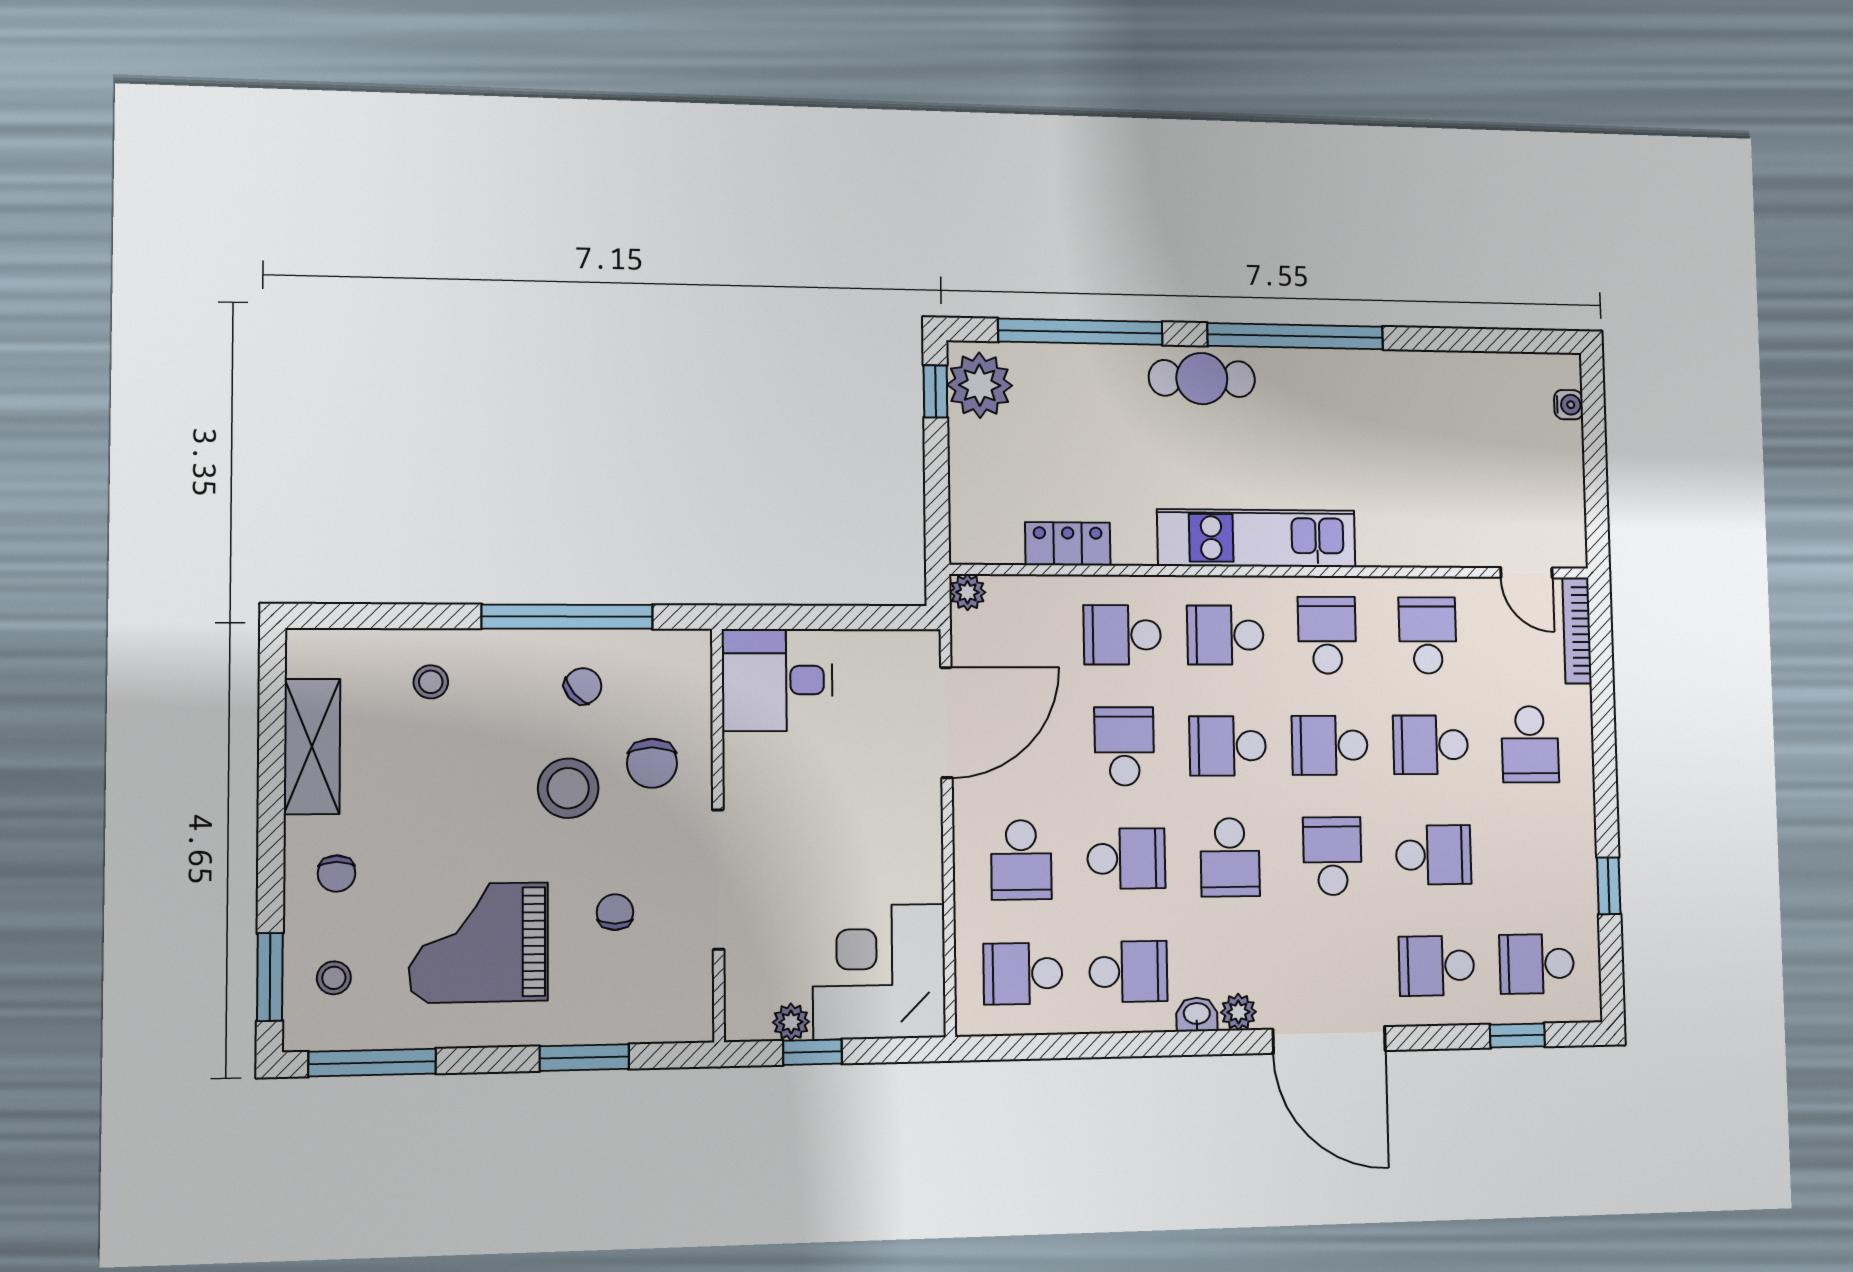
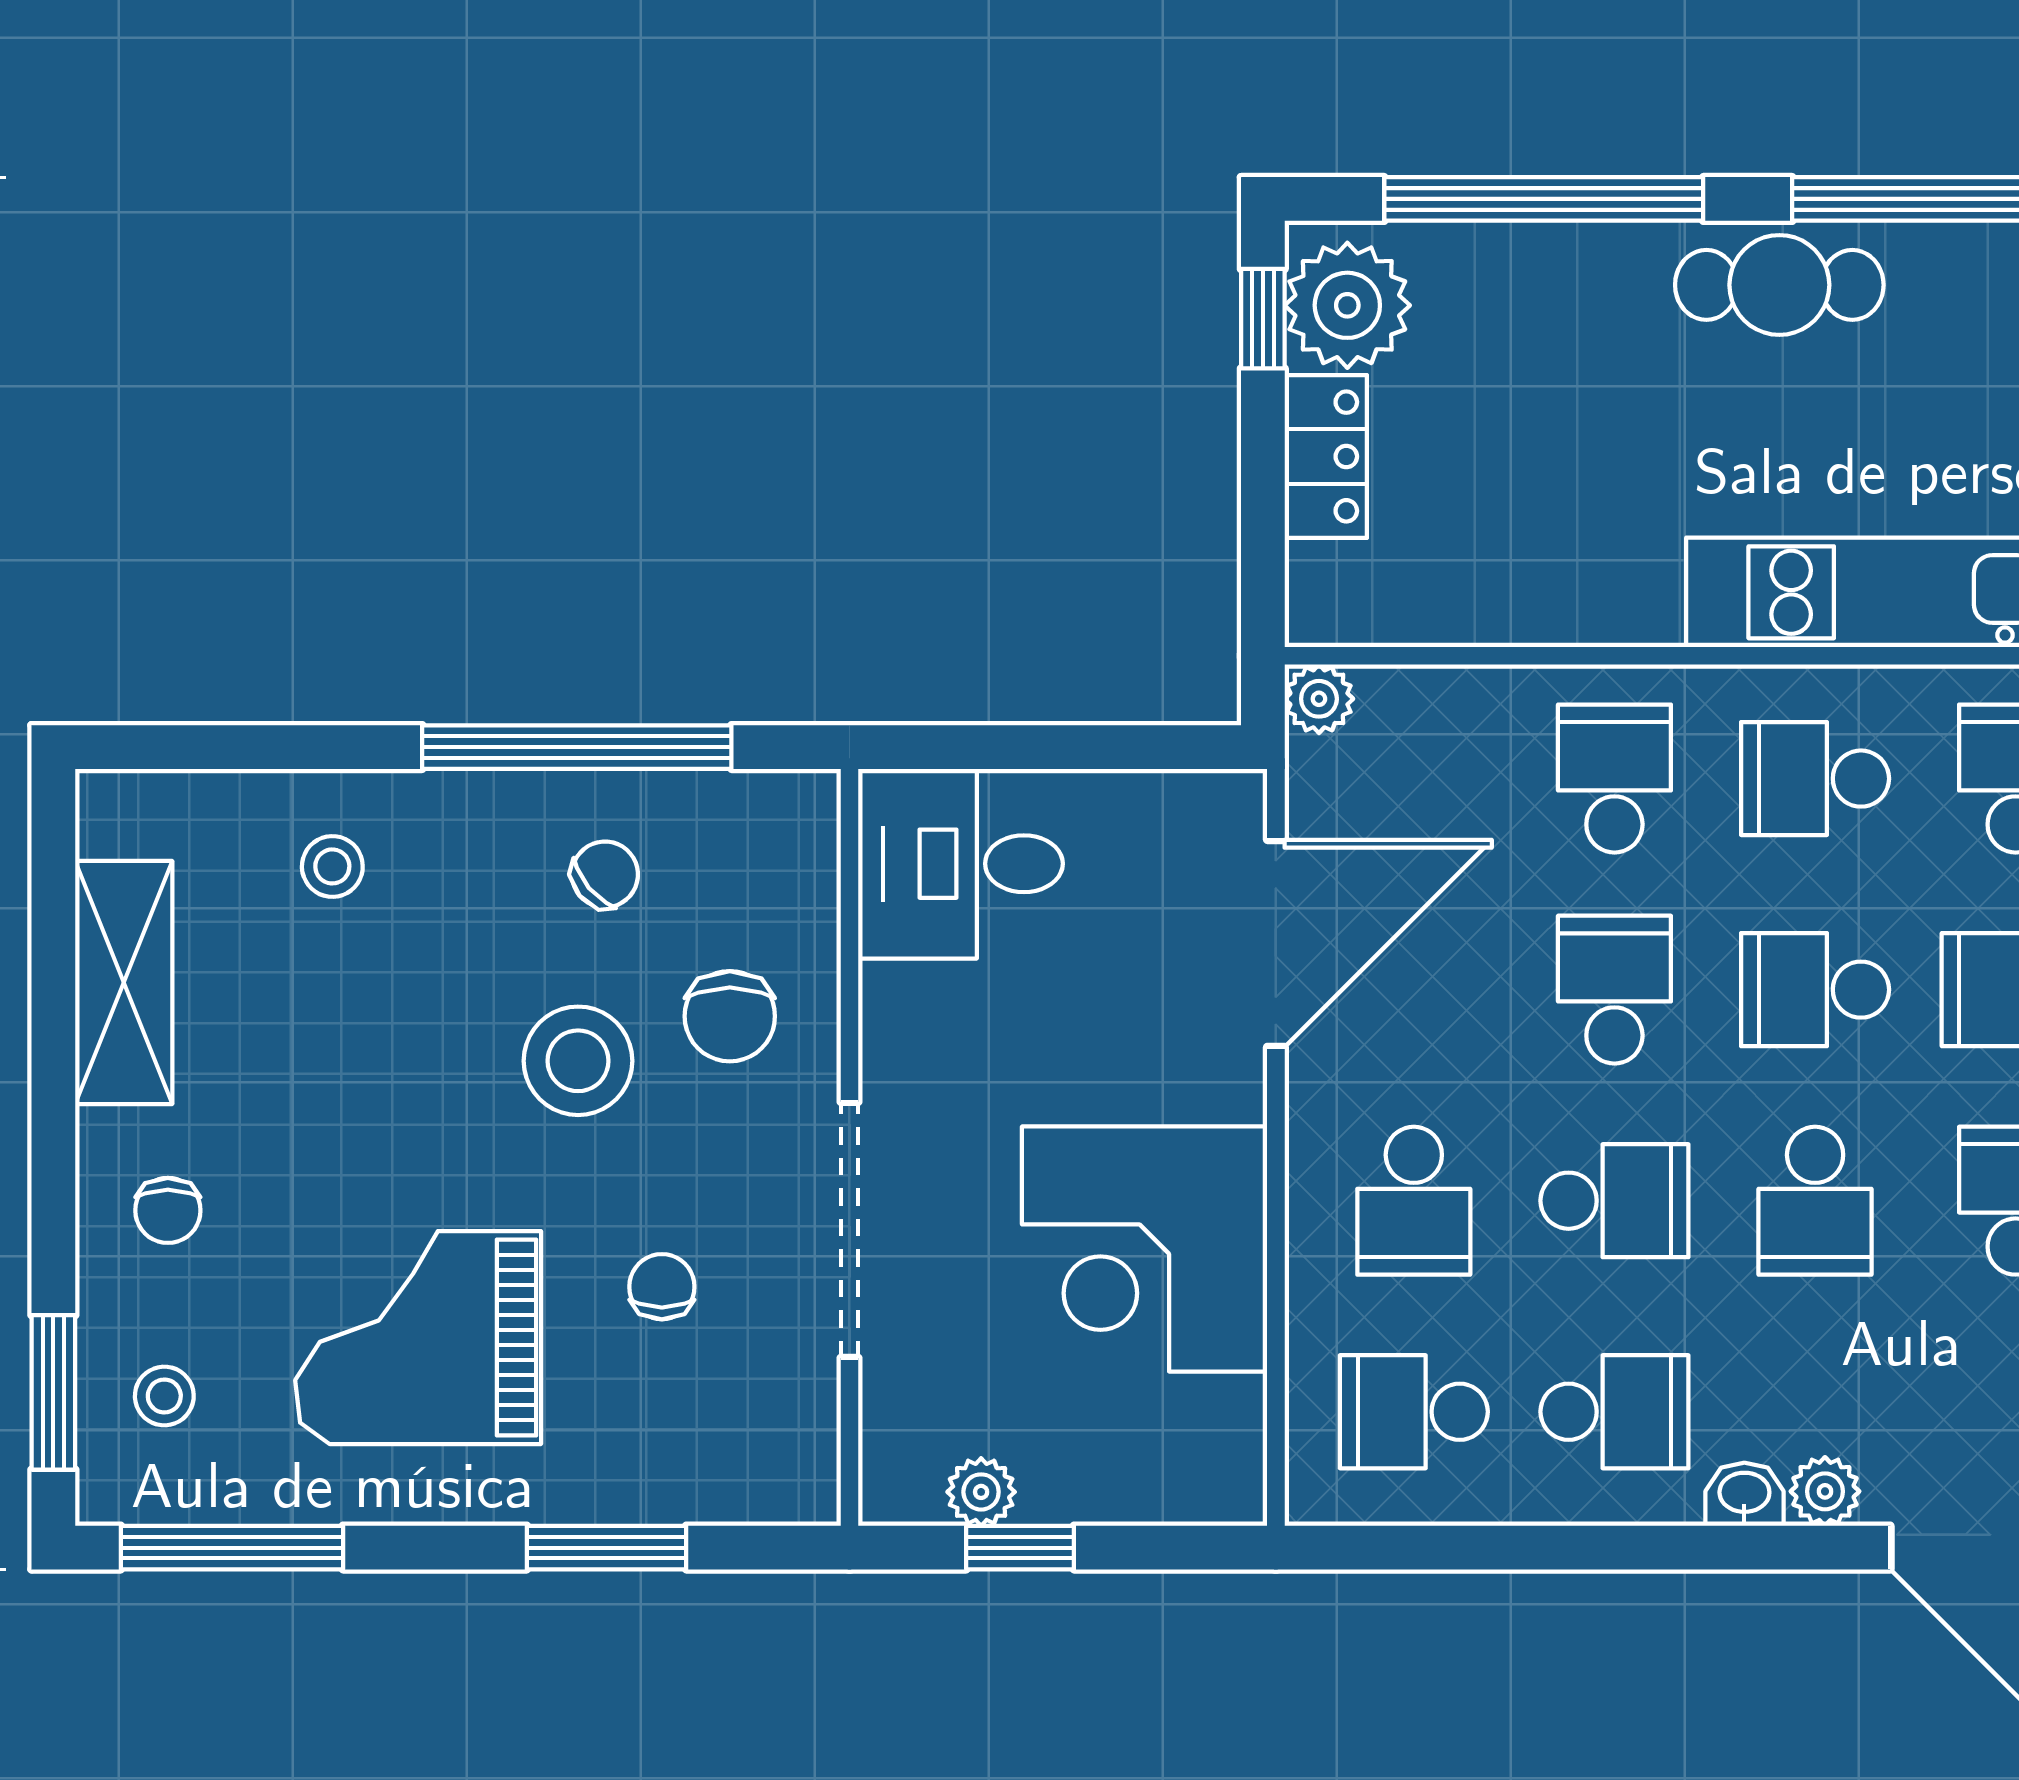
locker: (1068, 544) -> (1326, 456), moved, turned 90
school desk: (1122, 635) -> (1614, 779), turned 90
corner desk: (879, 972) -> (1145, 1249), moved, turned -90

